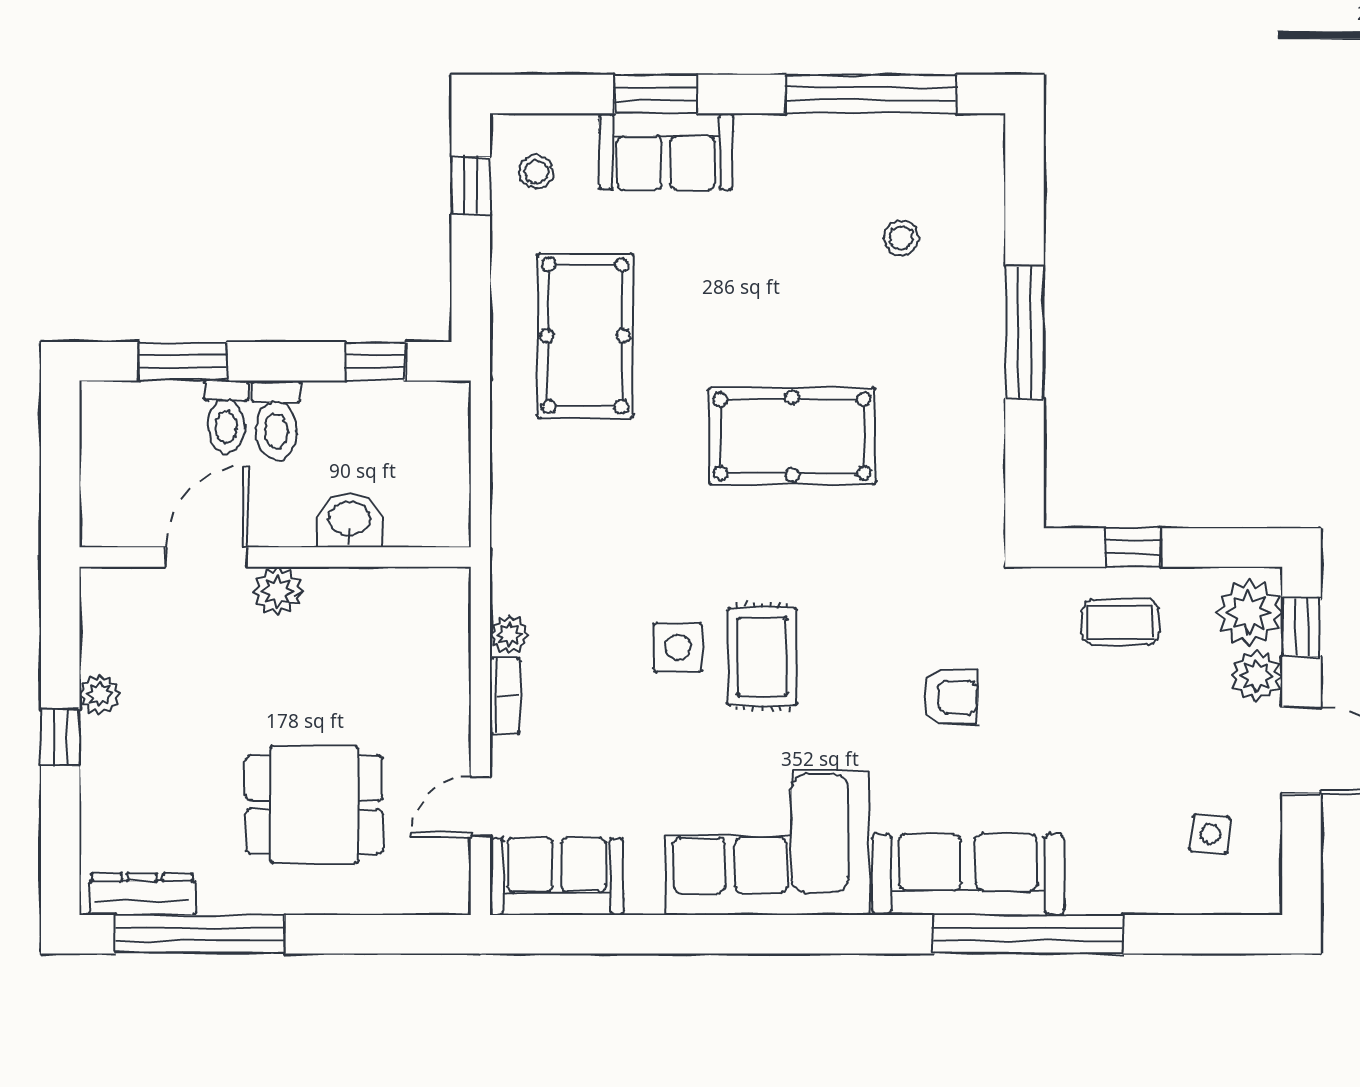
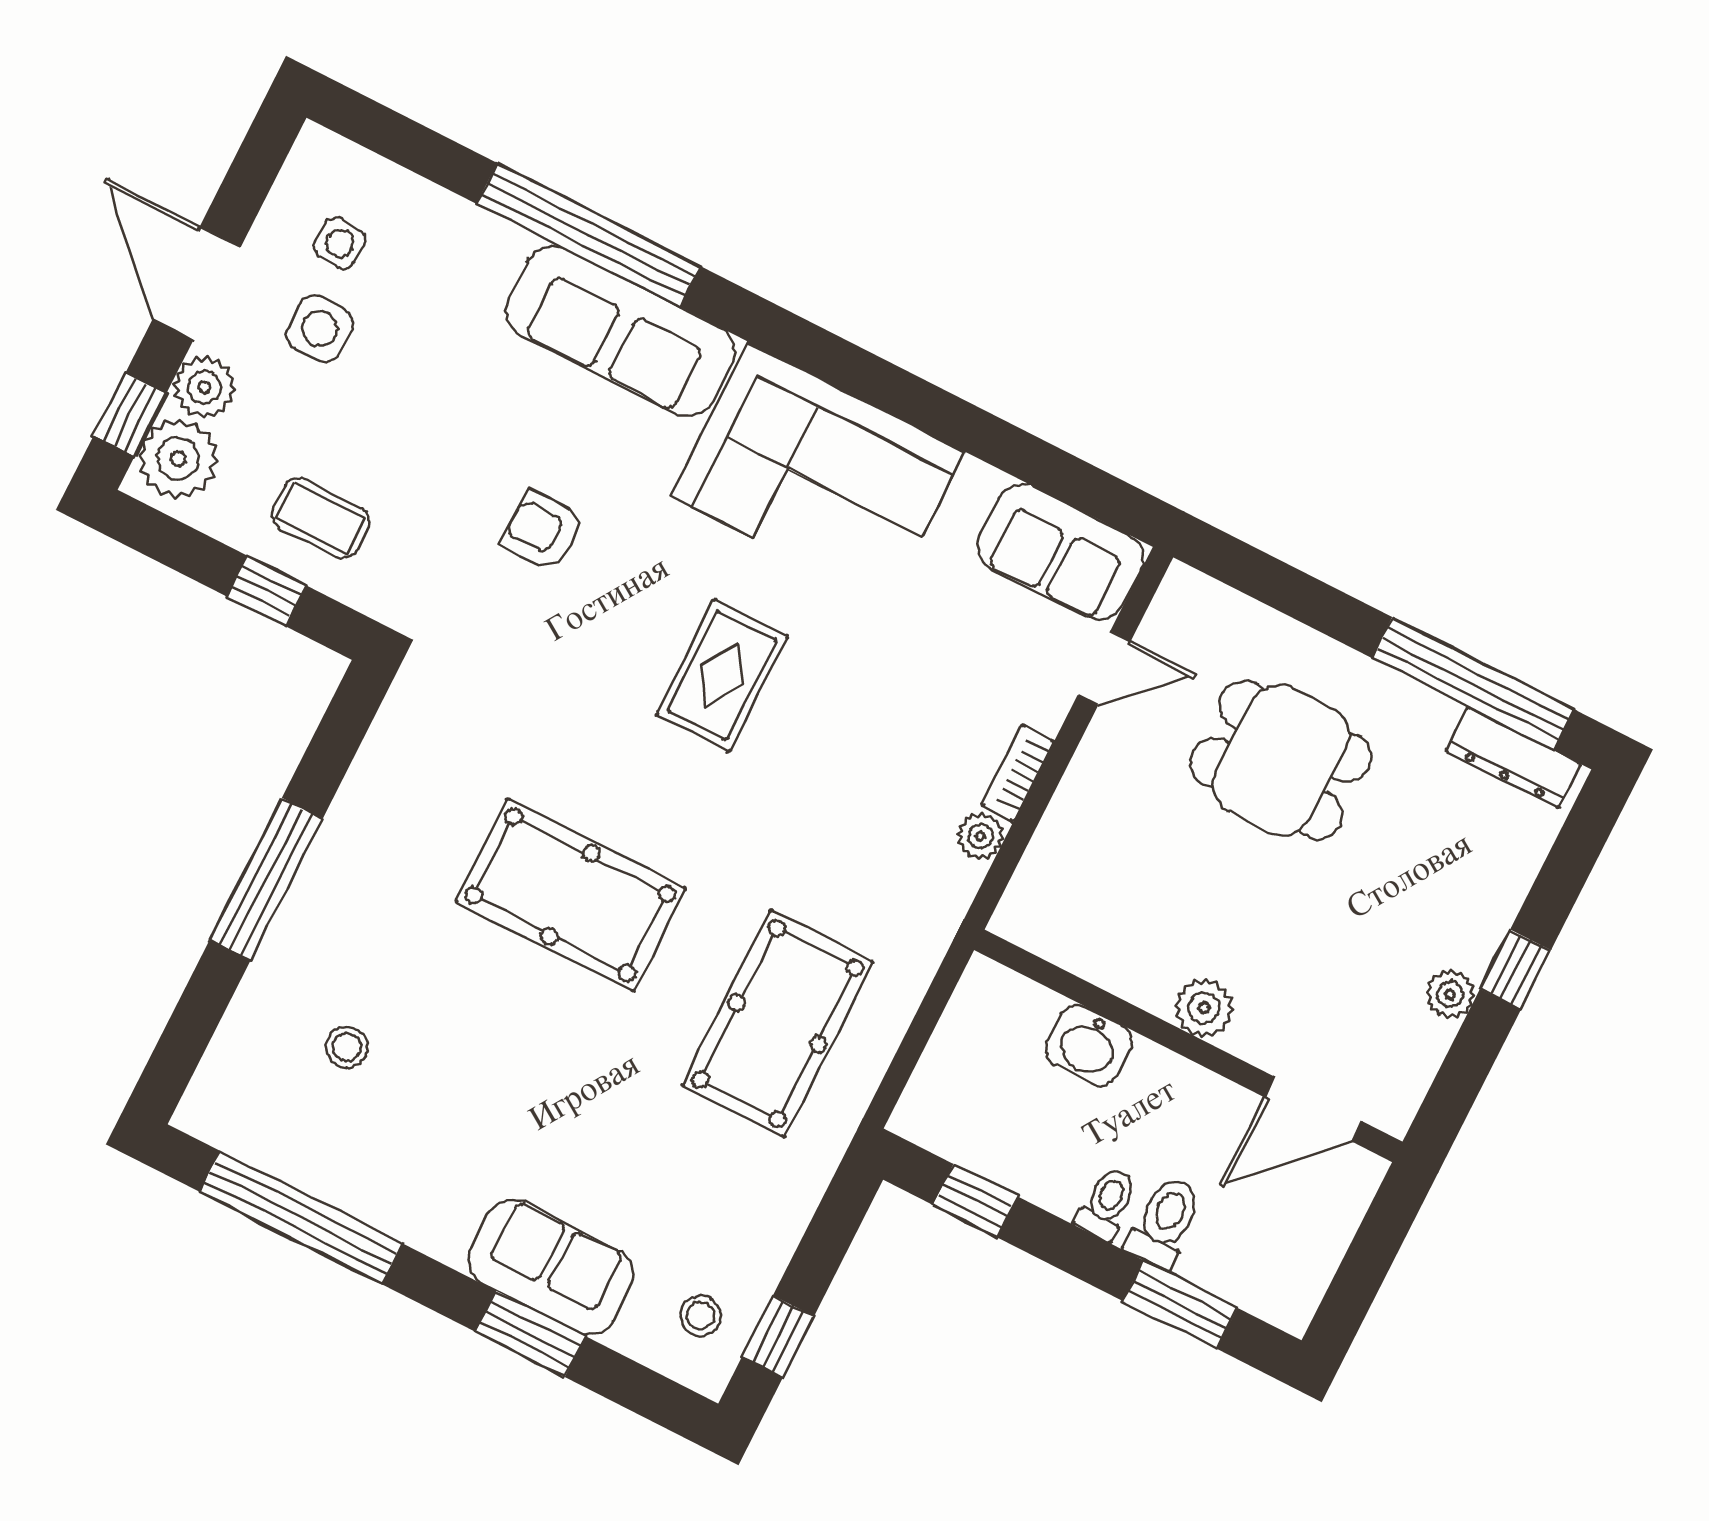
pool table: (585, 336) -> (777, 1024), moved
toilet: (276, 420) -> (1107, 1203), width x0.73, depth x0.72
door: (207, 557) -> (1313, 1109), moved
side table: (678, 648) -> (320, 329), moved

